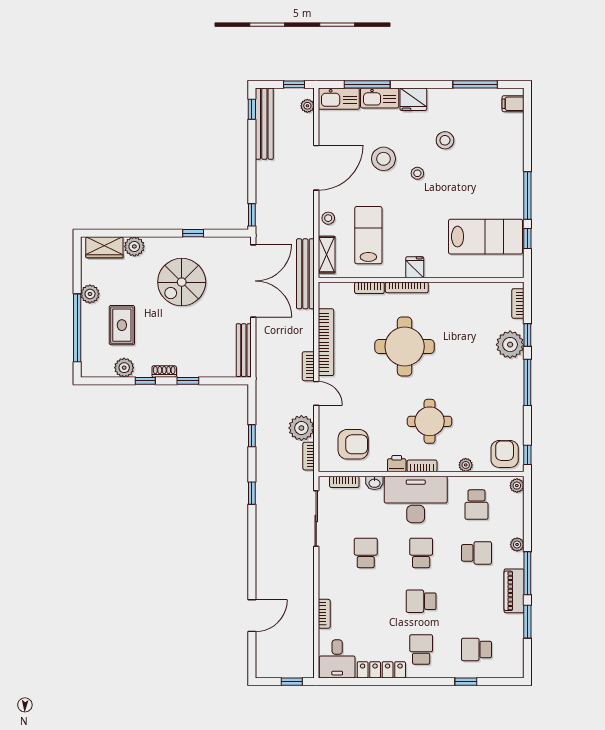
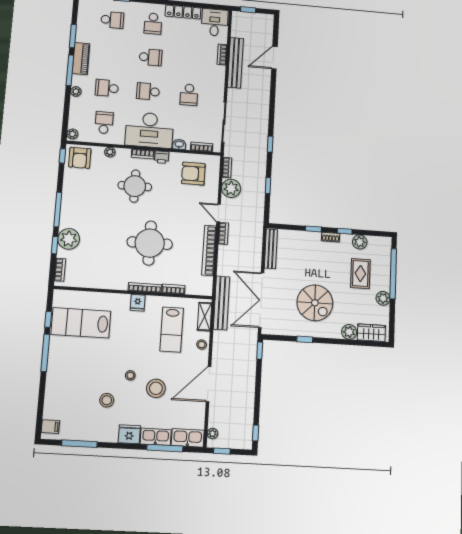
bench: (264, 124) -> (235, 63), moved
spiral stairs: (182, 282) -> (315, 303), turned 90
school desk: (421, 553) -> (148, 91), turned 90

